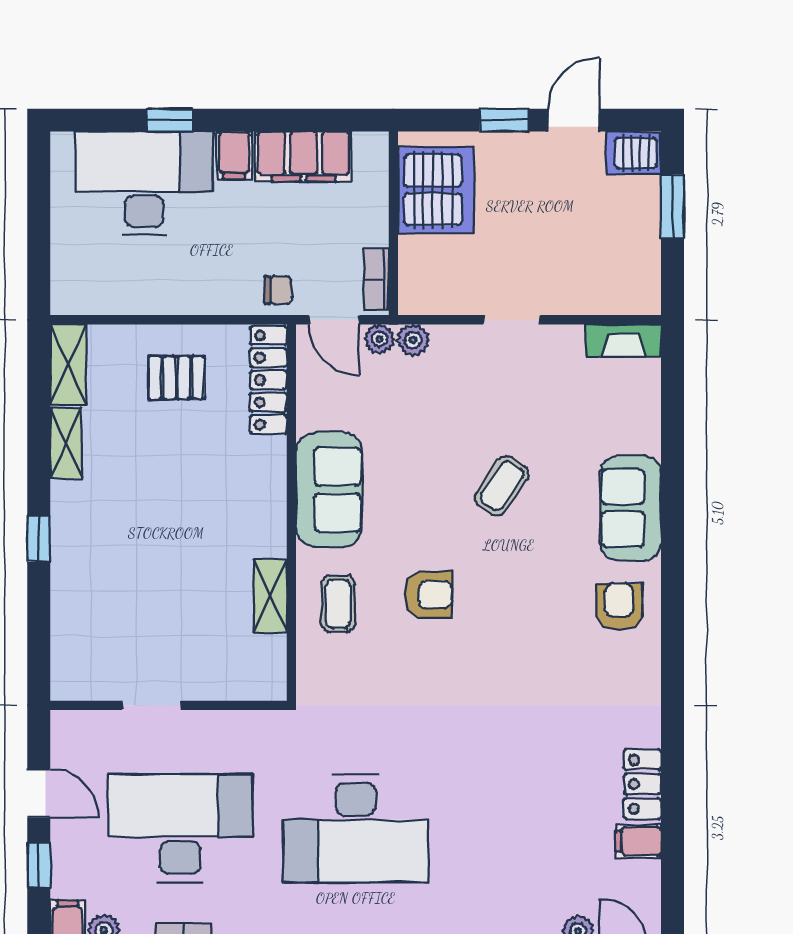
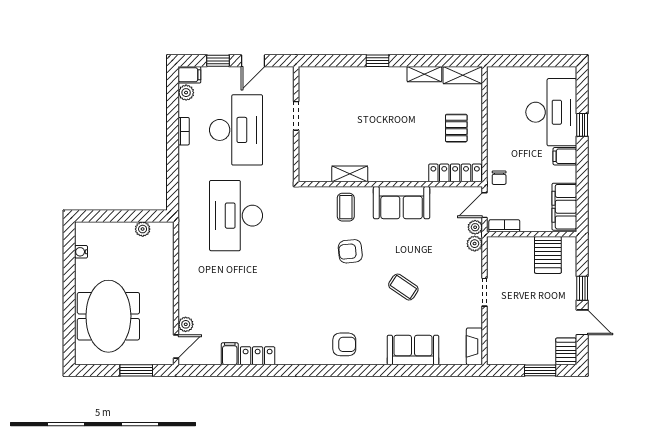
filing cabinet: (304, 157) -> (564, 207), moved
server rack: (436, 190) -> (548, 255), width x0.62
sofa: (631, 508) -> (413, 350), moved
armchair: (429, 595) -> (350, 251), turned 84
coffee table: (338, 604) -> (346, 207), turned 90

